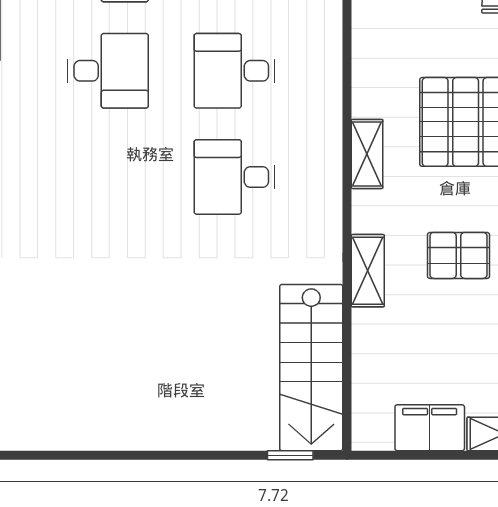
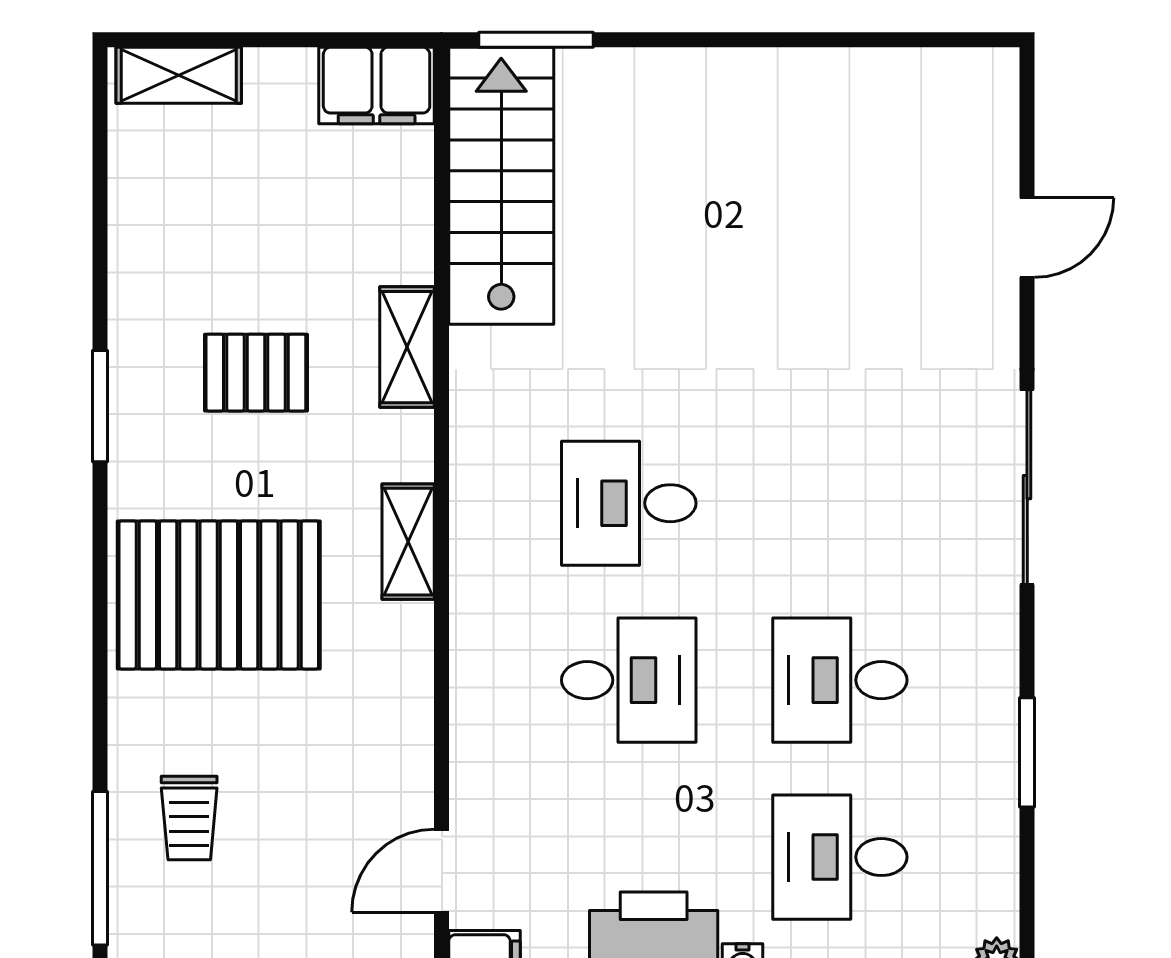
desk: (235, 177) -> (629, 503), turned 180
filing cabinet: (430, 428) -> (377, 85), moved
window: (290, 455) -> (536, 40), width x1.50

